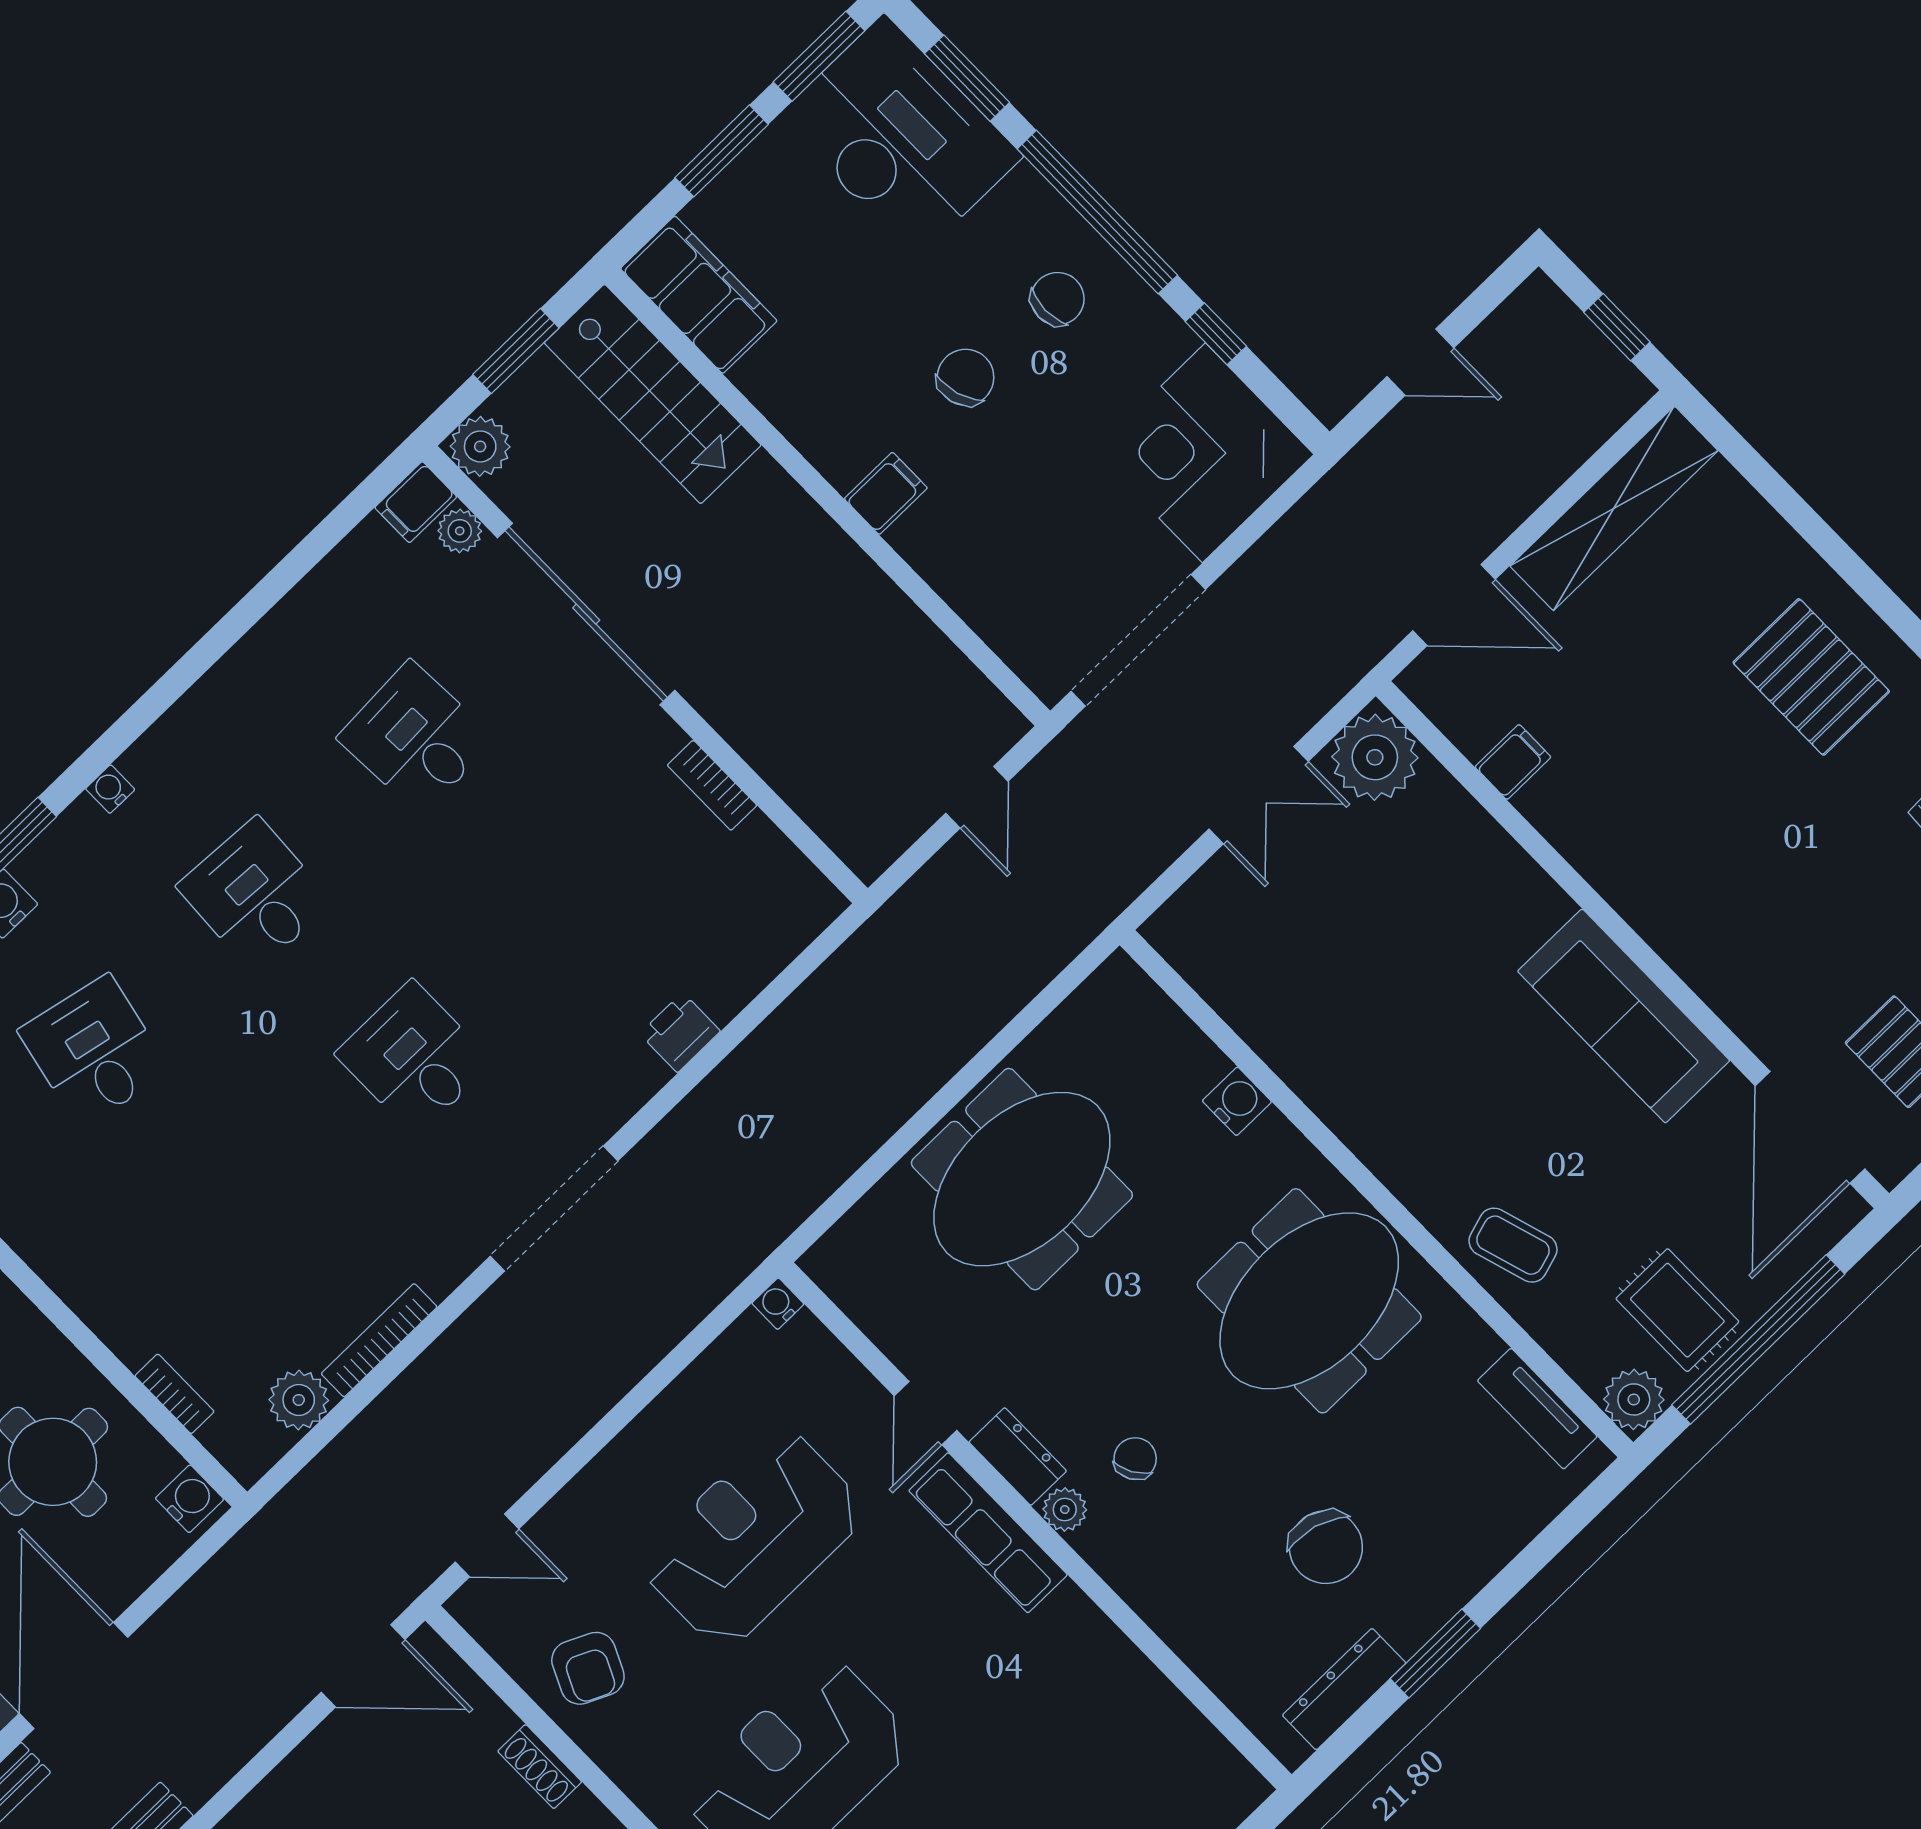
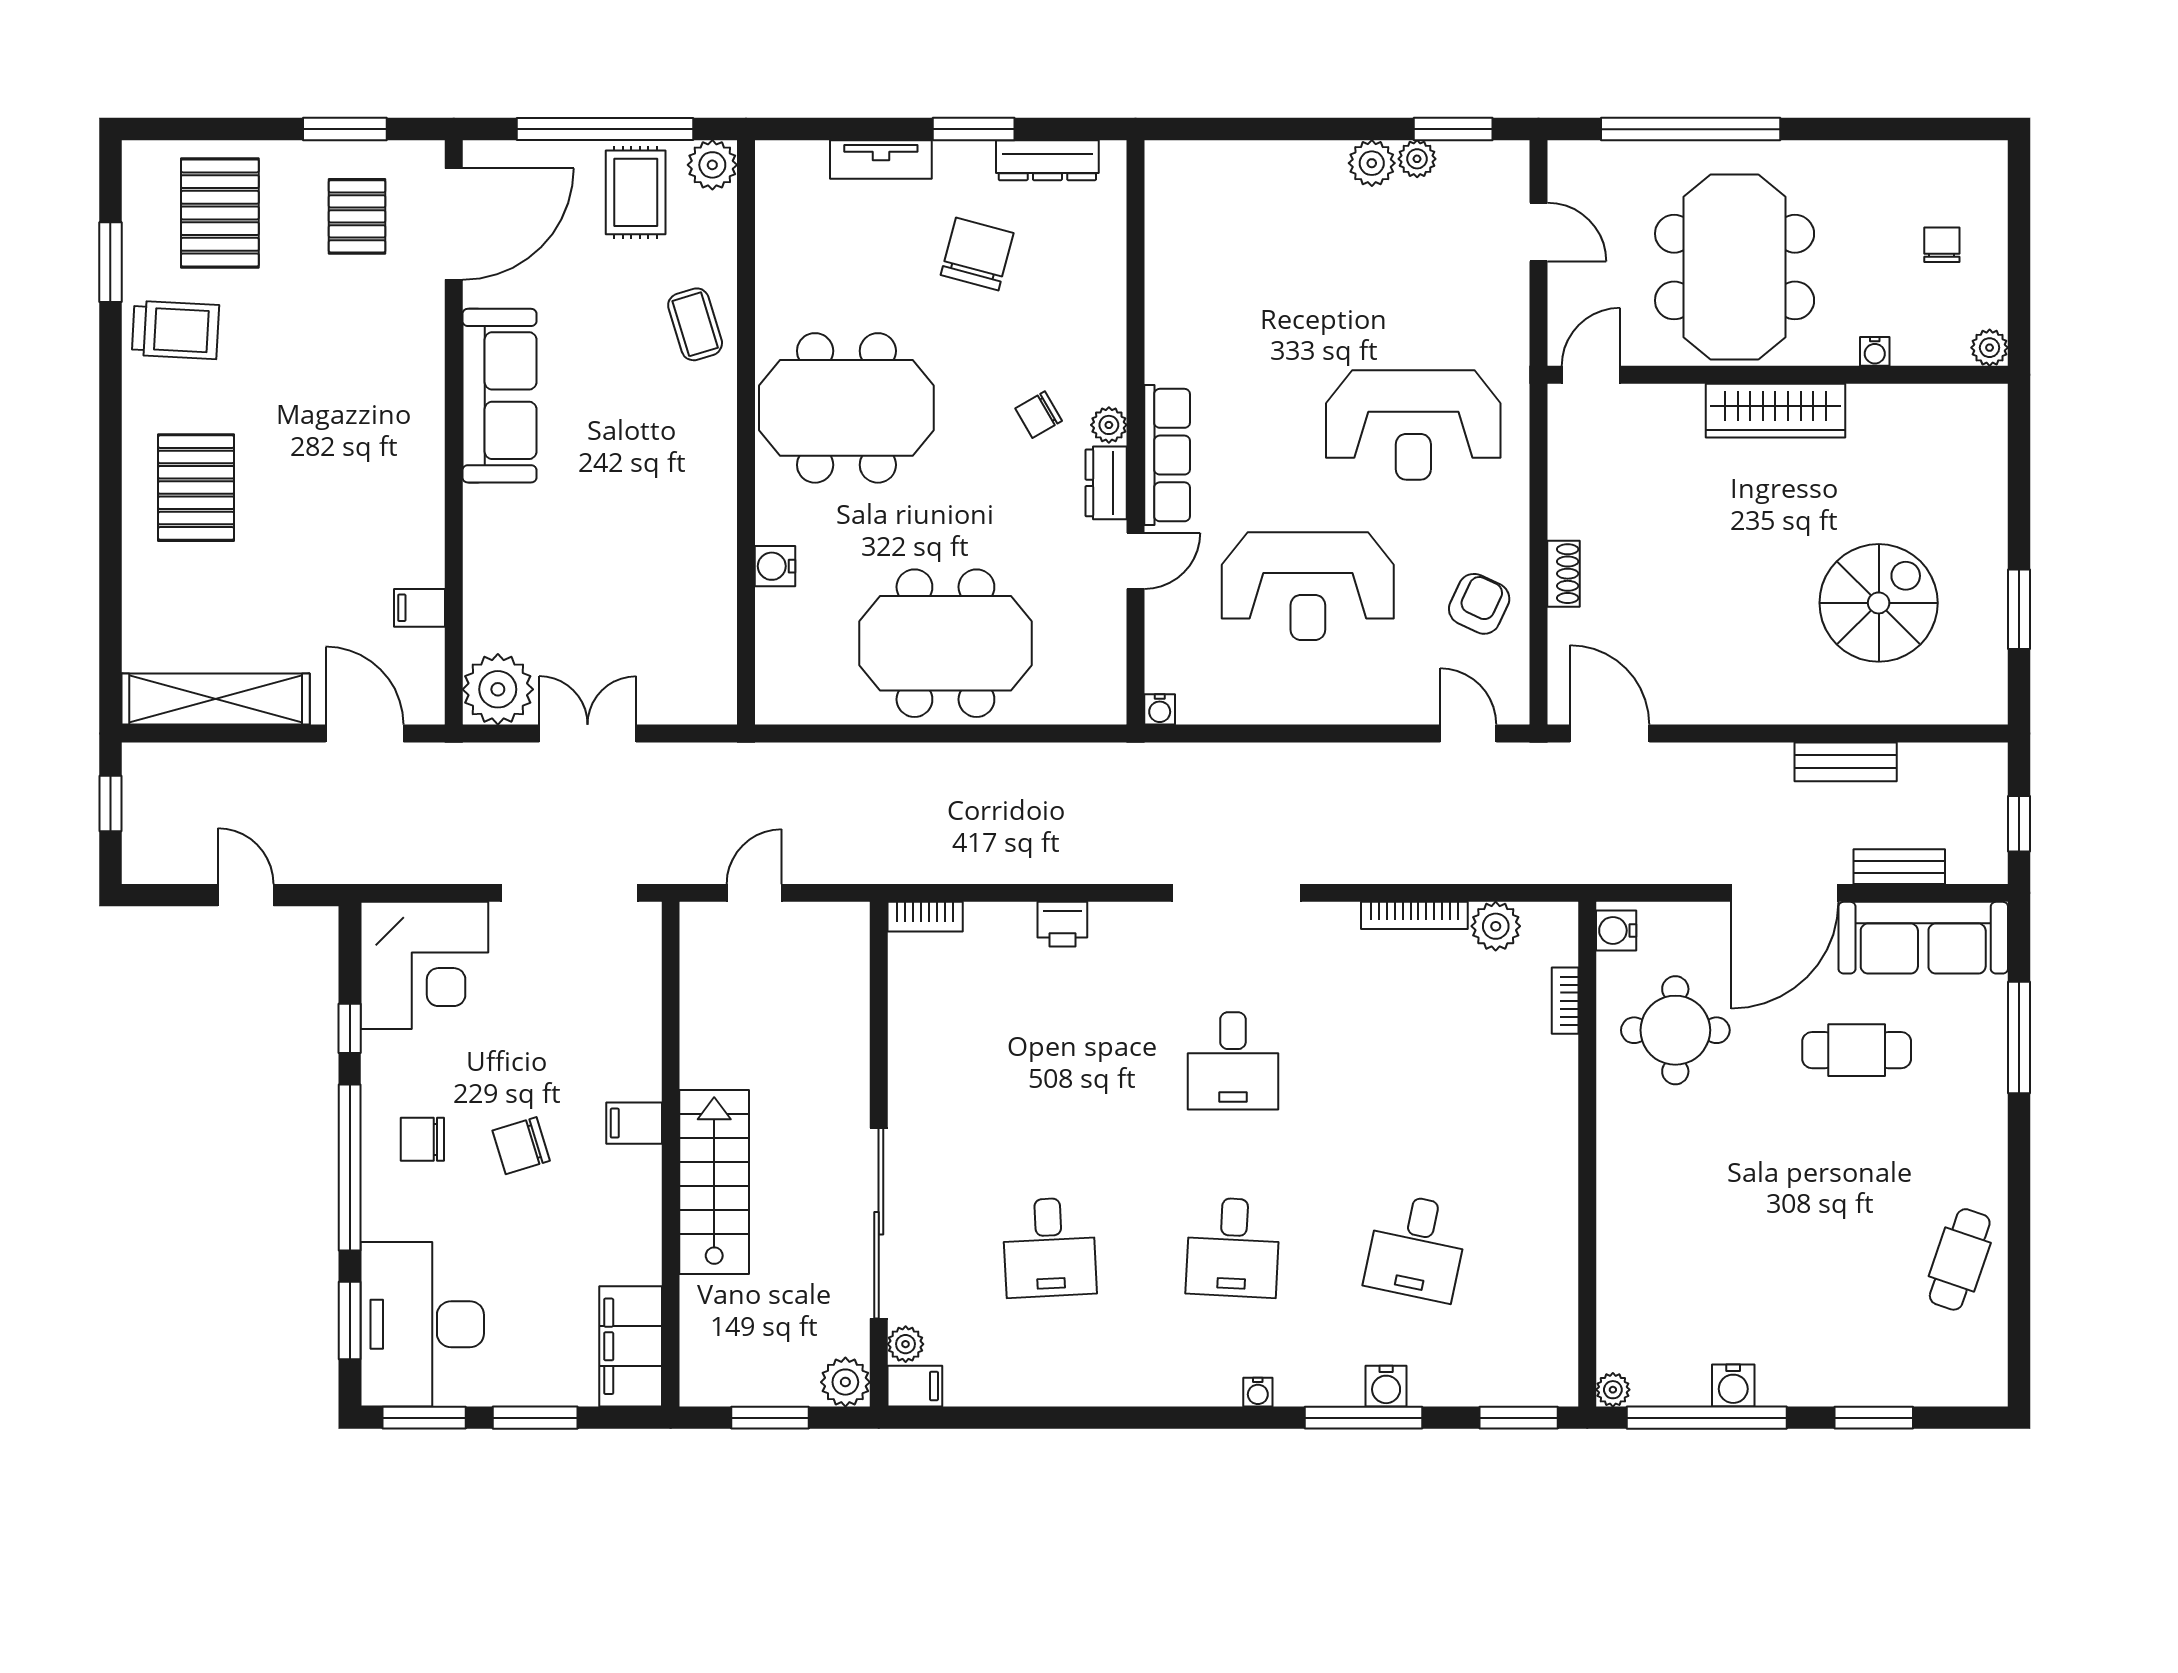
stairs: (653, 394) -> (714, 1182), moved
bookcase: (712, 785) -> (925, 917), moved, turned 90
tv unit: (1537, 1409) -> (881, 160), moved, turned 90

